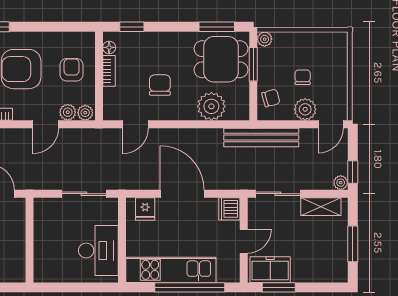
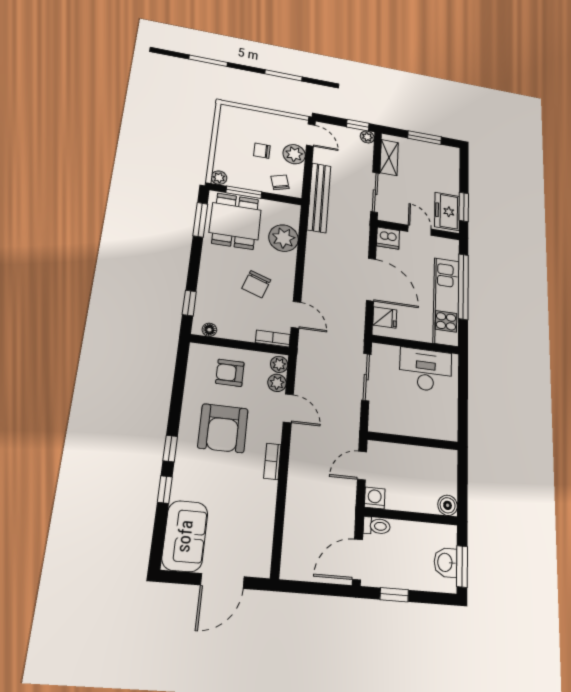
bookcase: (109, 71) -> (273, 339), moved
chair: (160, 85) -> (256, 284), turned -71
door: (182, 194) -> (371, 280), swing flipped

